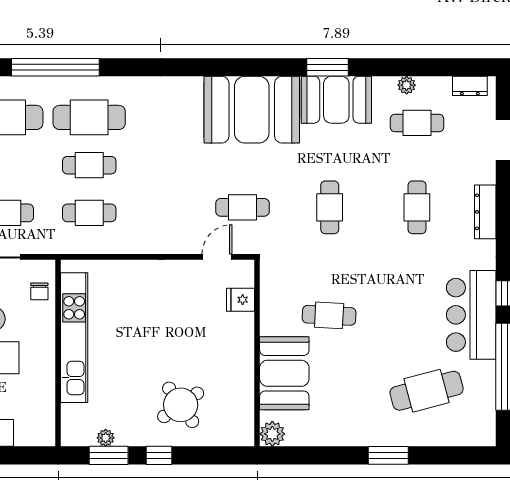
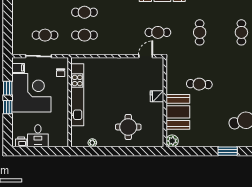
fridge: (241, 300) -> (157, 96), moved
round table: (181, 405) -> (128, 127), turned 35
window: (109, 455) -> (94, 151), removed
window: (159, 455) -> (118, 151), removed

